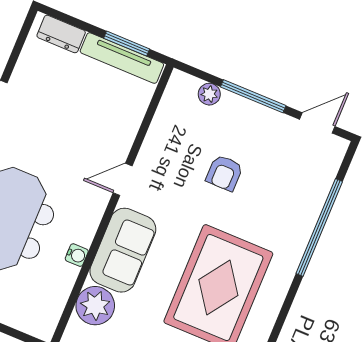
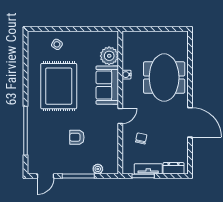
tv unit: (122, 58) -> (148, 169), width x0.71
chair: (100, 119) -> (141, 138), added
armchair: (224, 173) -> (77, 137), turned -90

